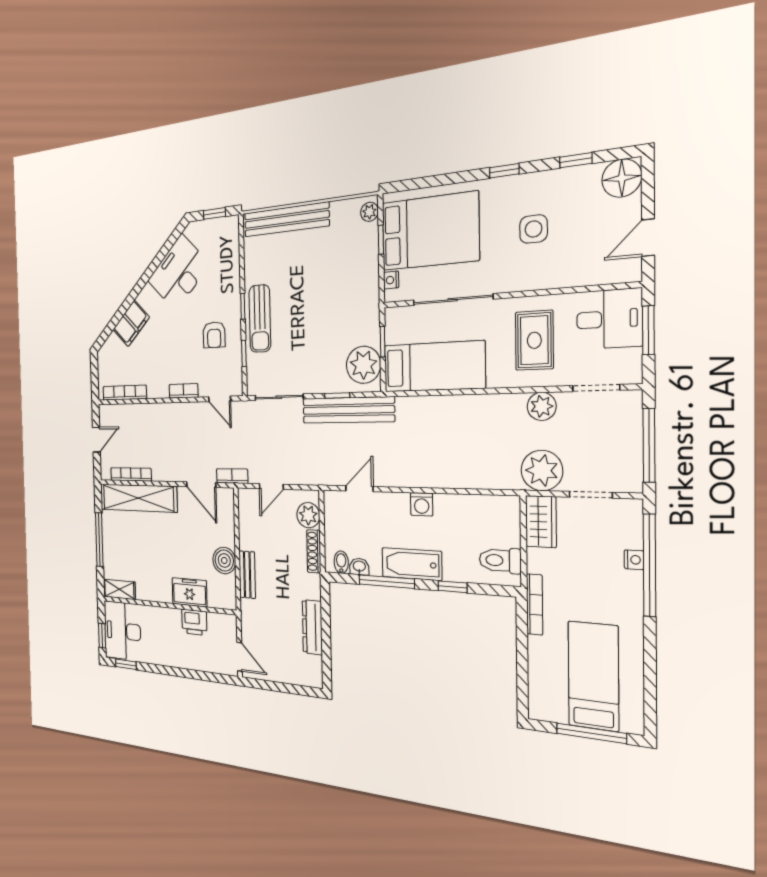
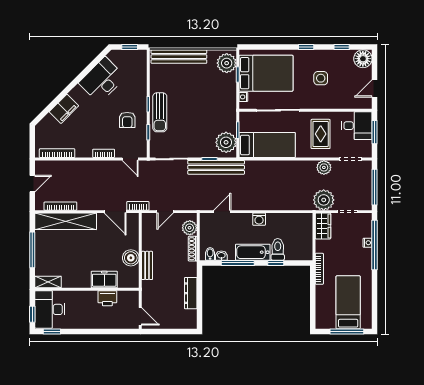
plant: (369, 212) -> (227, 63), width x1.88, depth x1.88
toilet: (500, 560) -> (278, 249), moved, turned 90

